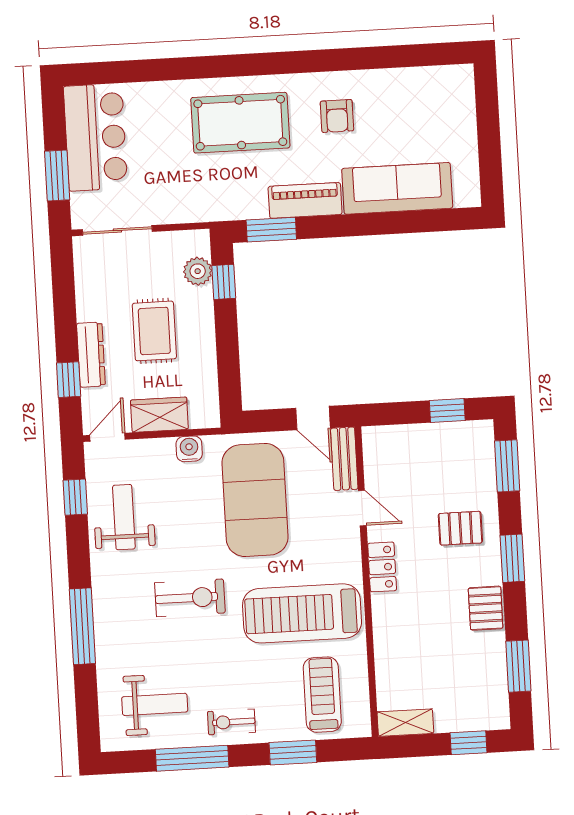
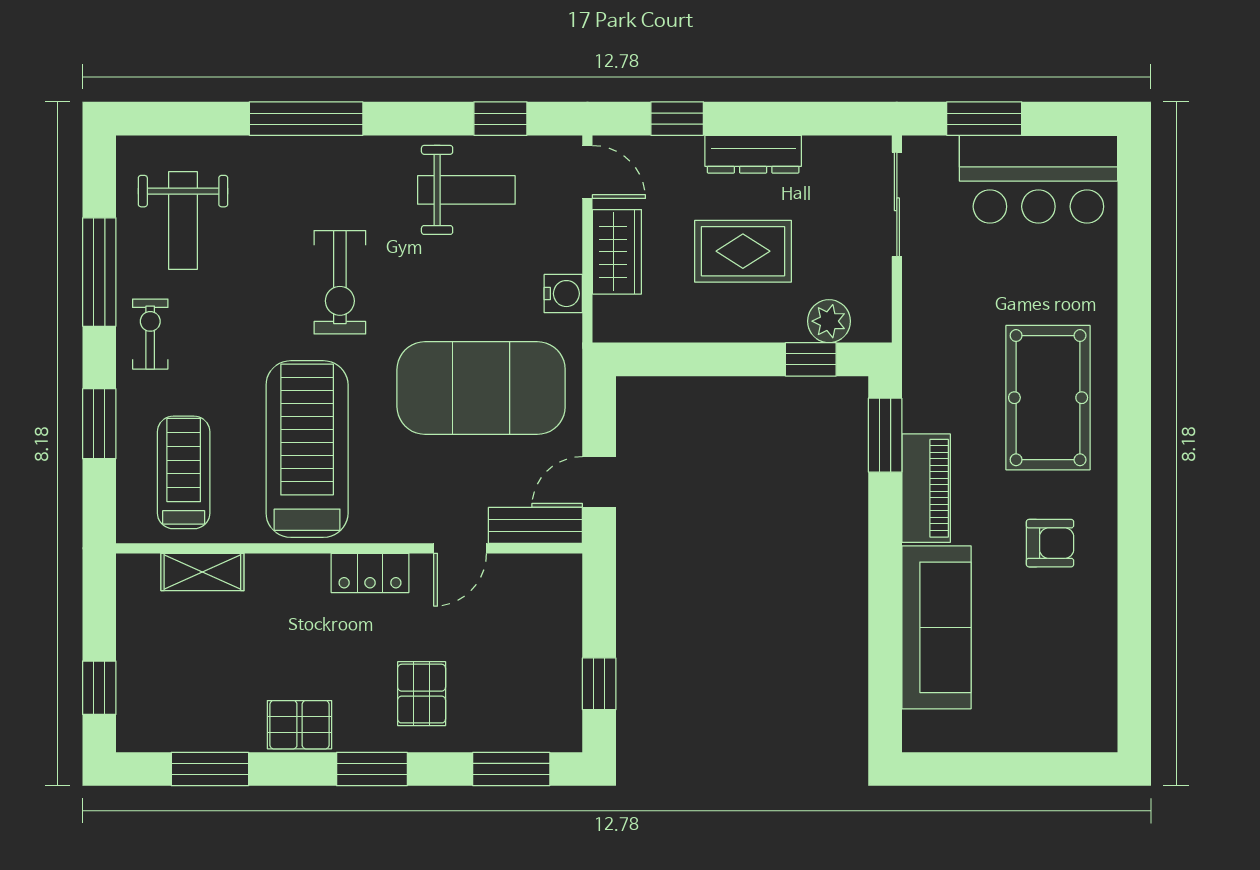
armchair: (337, 116) -> (1050, 543), turned 180
dresser: (91, 355) -> (753, 154), moved
treadmill: (322, 695) -> (184, 472), turned -90
shelving: (405, 723) -> (202, 572), moved, turned 90

